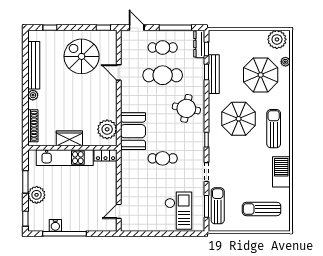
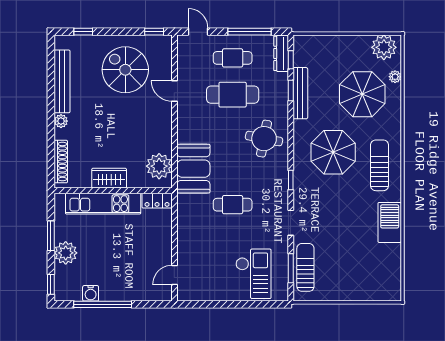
sun lounger: (262, 209) -> (364, 272), removed

